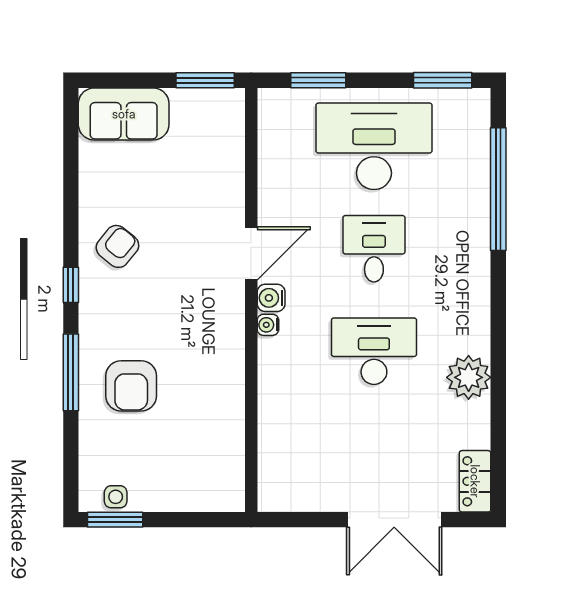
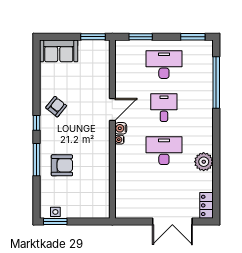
desk: (374, 146) -> (164, 65), width x0.73, depth x0.77
armchair: (131, 386) -> (62, 165), turned -90

